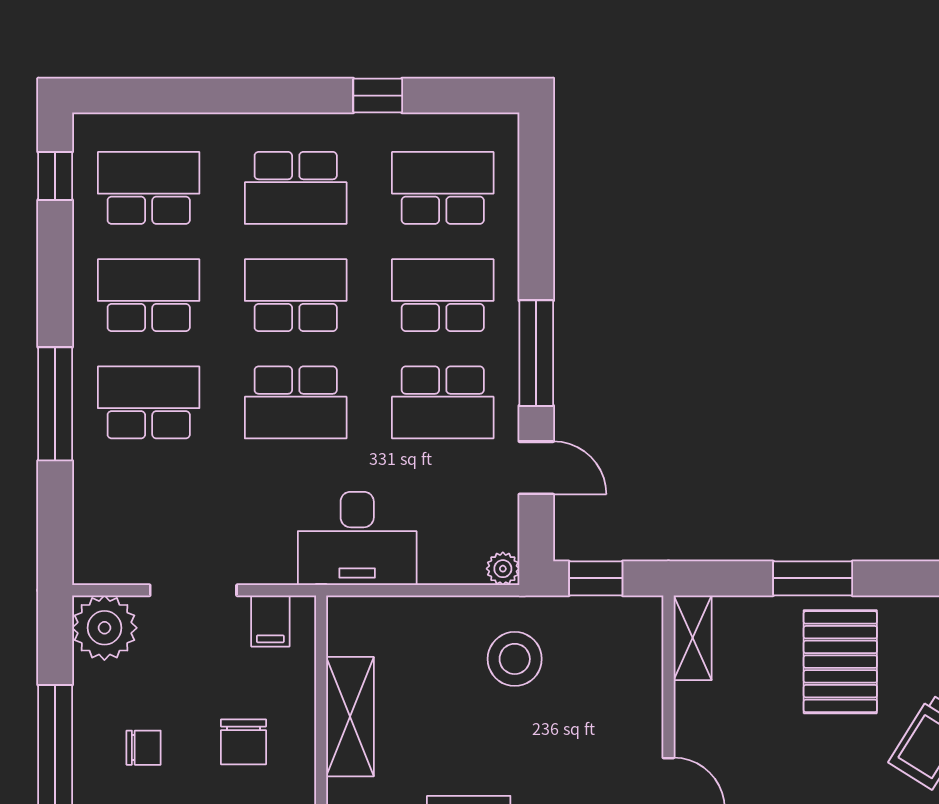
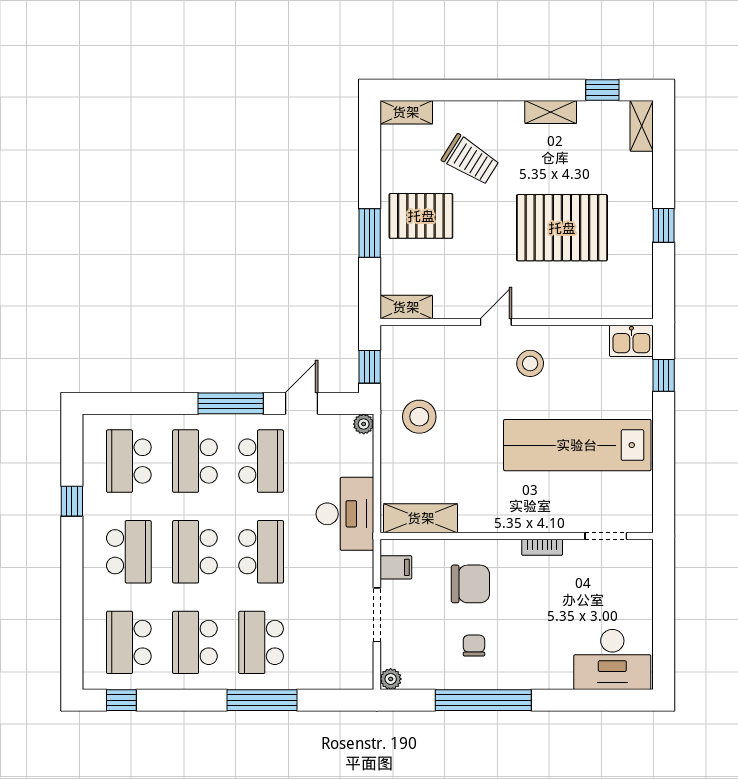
plant: (104, 628) -> (391, 679), width x0.53, depth x0.53
shelving: (350, 717) -> (421, 518), moved
chair: (243, 742) -> (470, 584), width x1.37, depth x1.37

